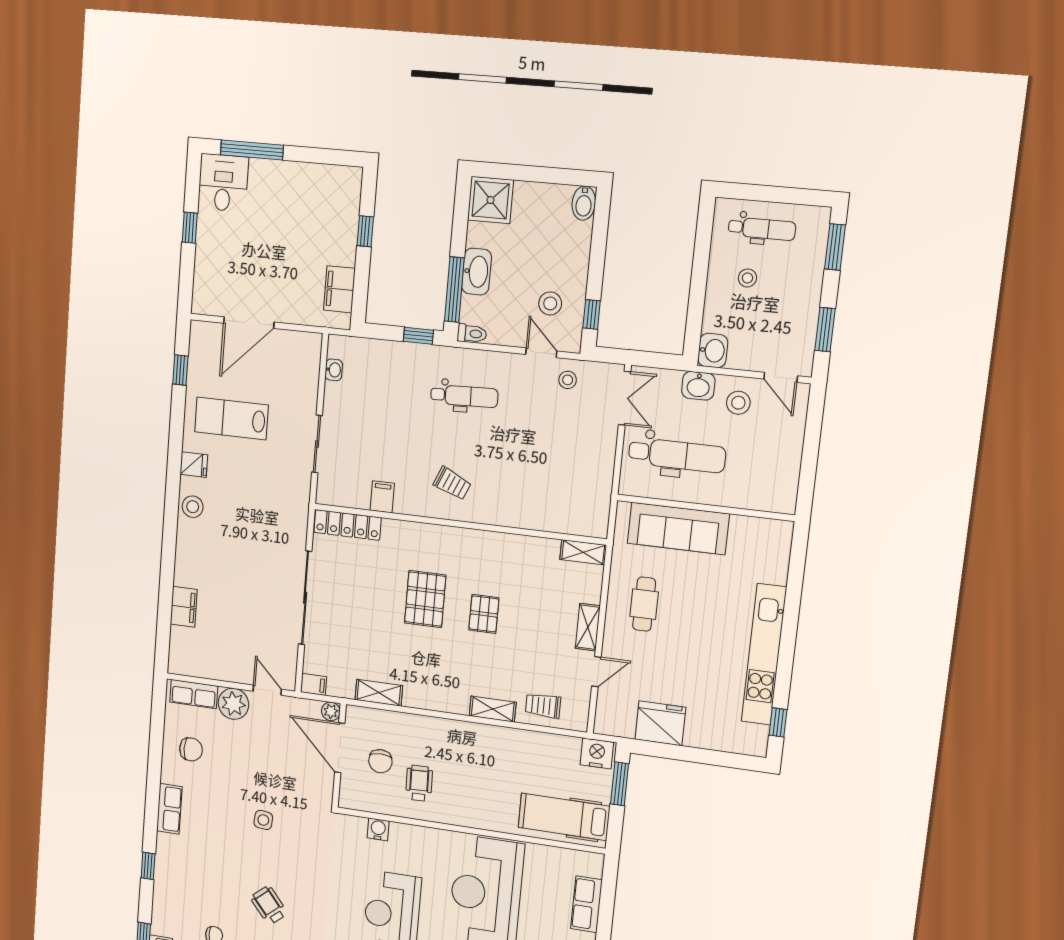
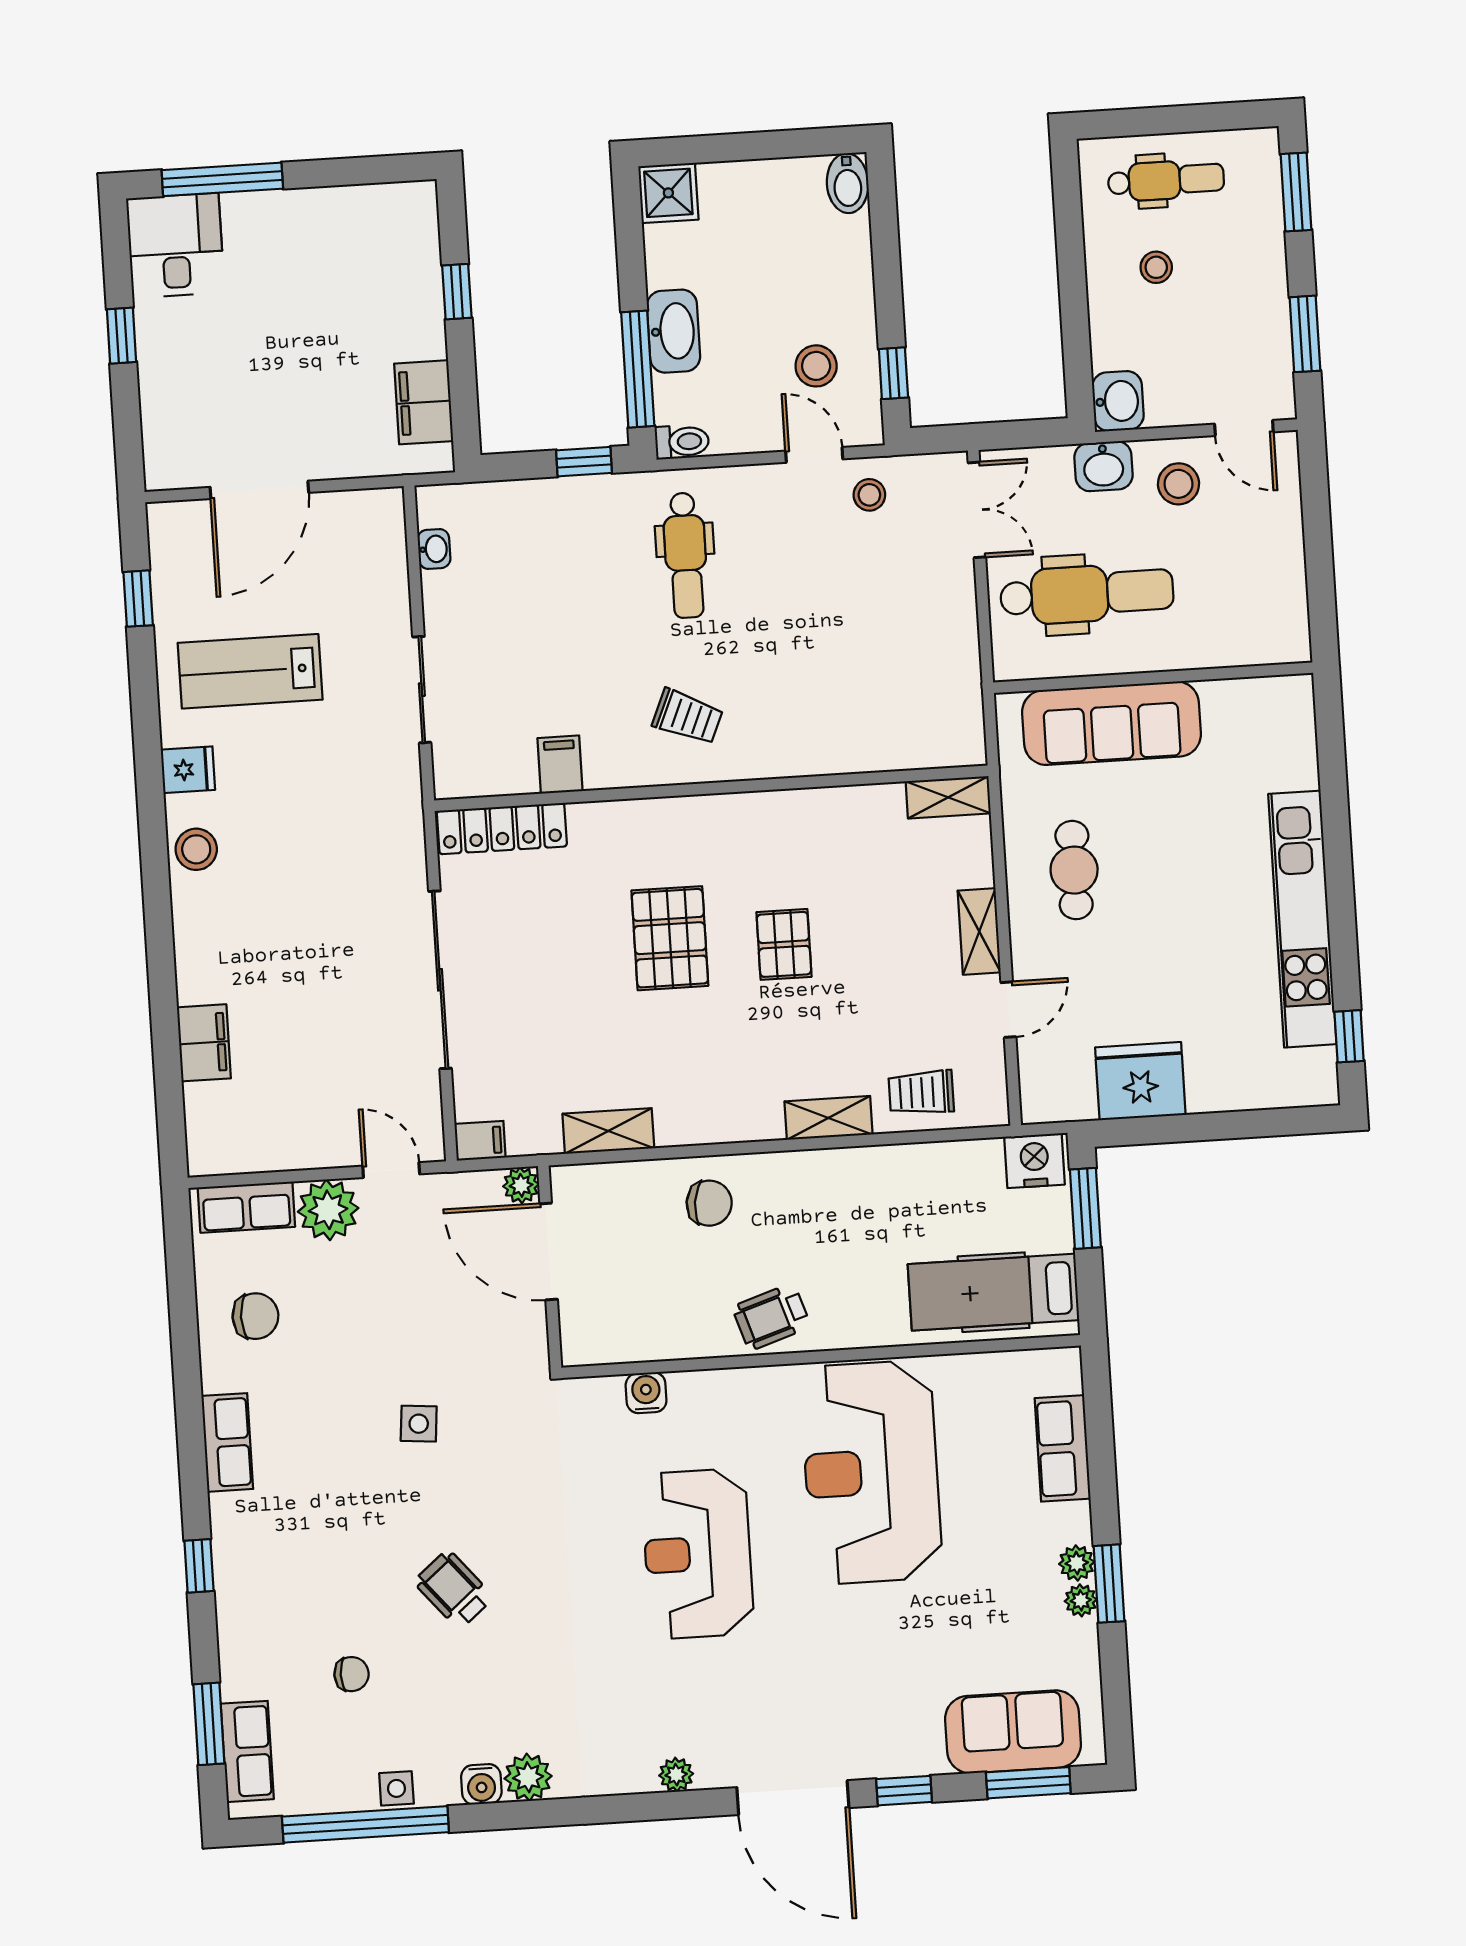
shower: (491, 200) -> (668, 193), width x0.73, depth x0.73
dental chair: (464, 396) -> (686, 555), turned 92
chair: (380, 761) -> (709, 1203), moved, turned -83
wheelchair: (419, 783) -> (772, 1317), moved, turned -106

